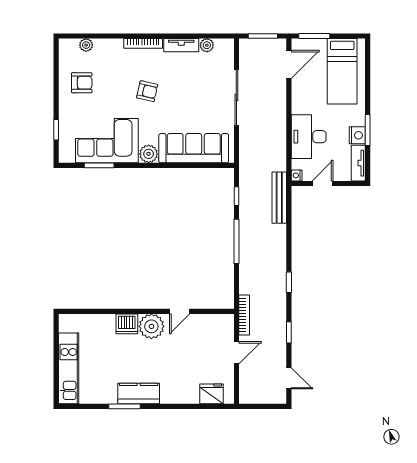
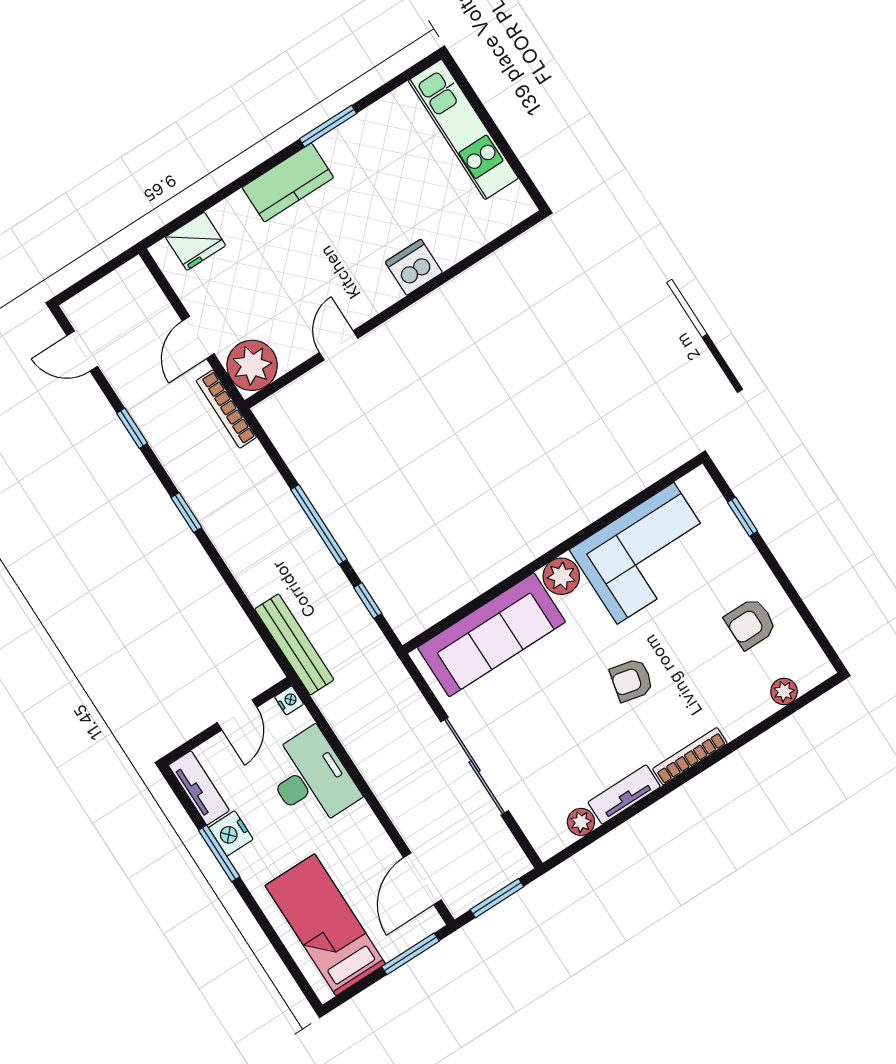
window: (99, 165) -> (632, 503), removed
plant: (151, 326) -> (252, 365), moved
kitchen counter: (139, 394) -> (288, 182), moved

